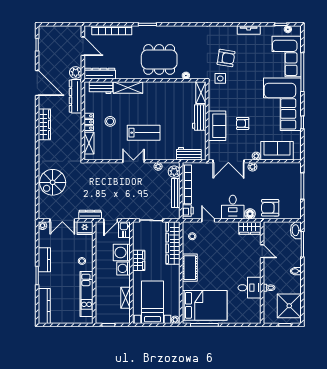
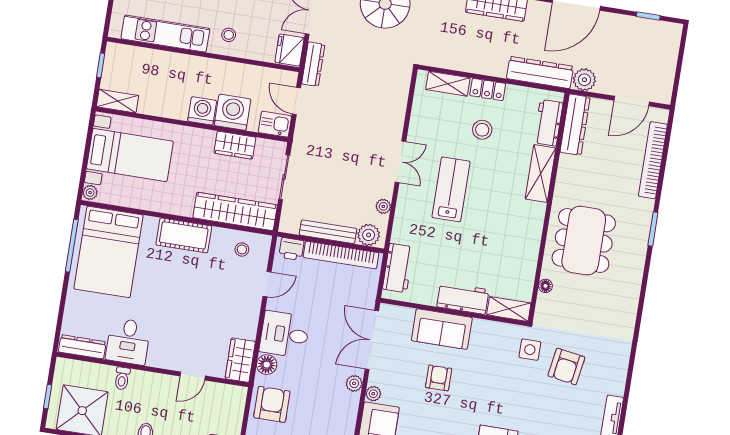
lab bench: (144, 133) -> (451, 189), turned 180
wardrobe: (139, 260) -> (235, 145), moved
shelving: (125, 298) -> (118, 101), moved
dresser: (256, 311) -> (82, 347), added

